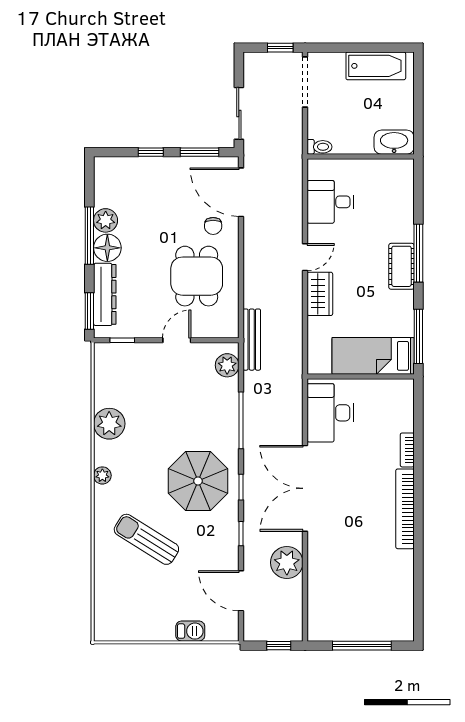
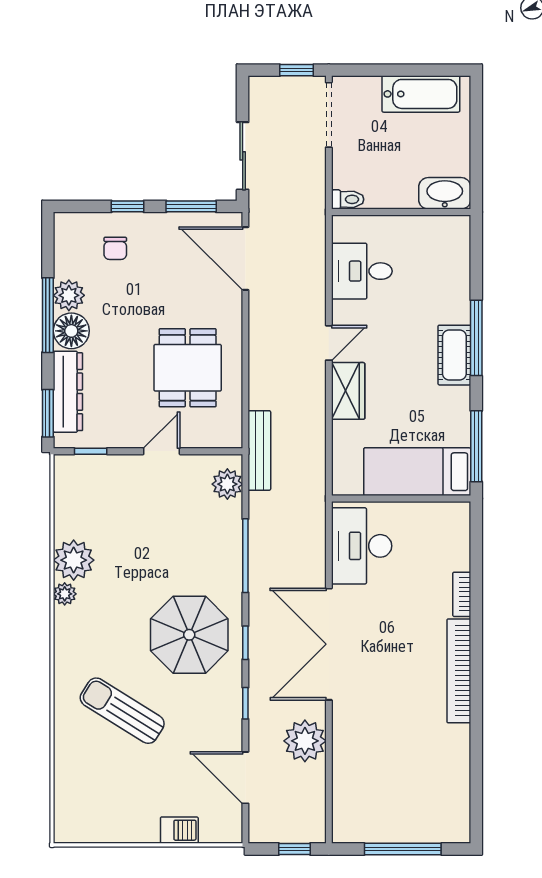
chair: (213, 226) -> (115, 248), moved
plant: (102, 475) -> (65, 594), moved

